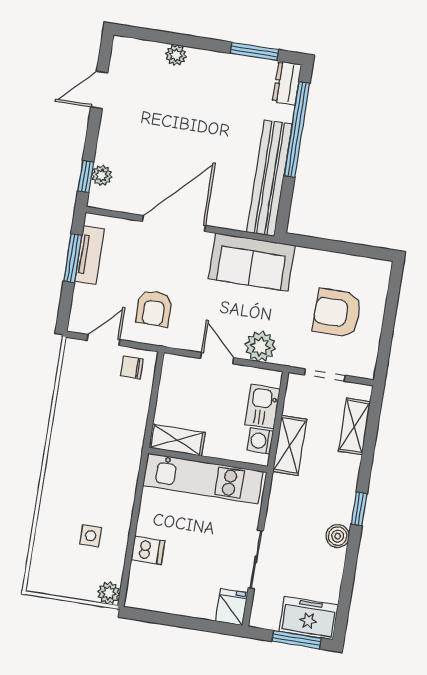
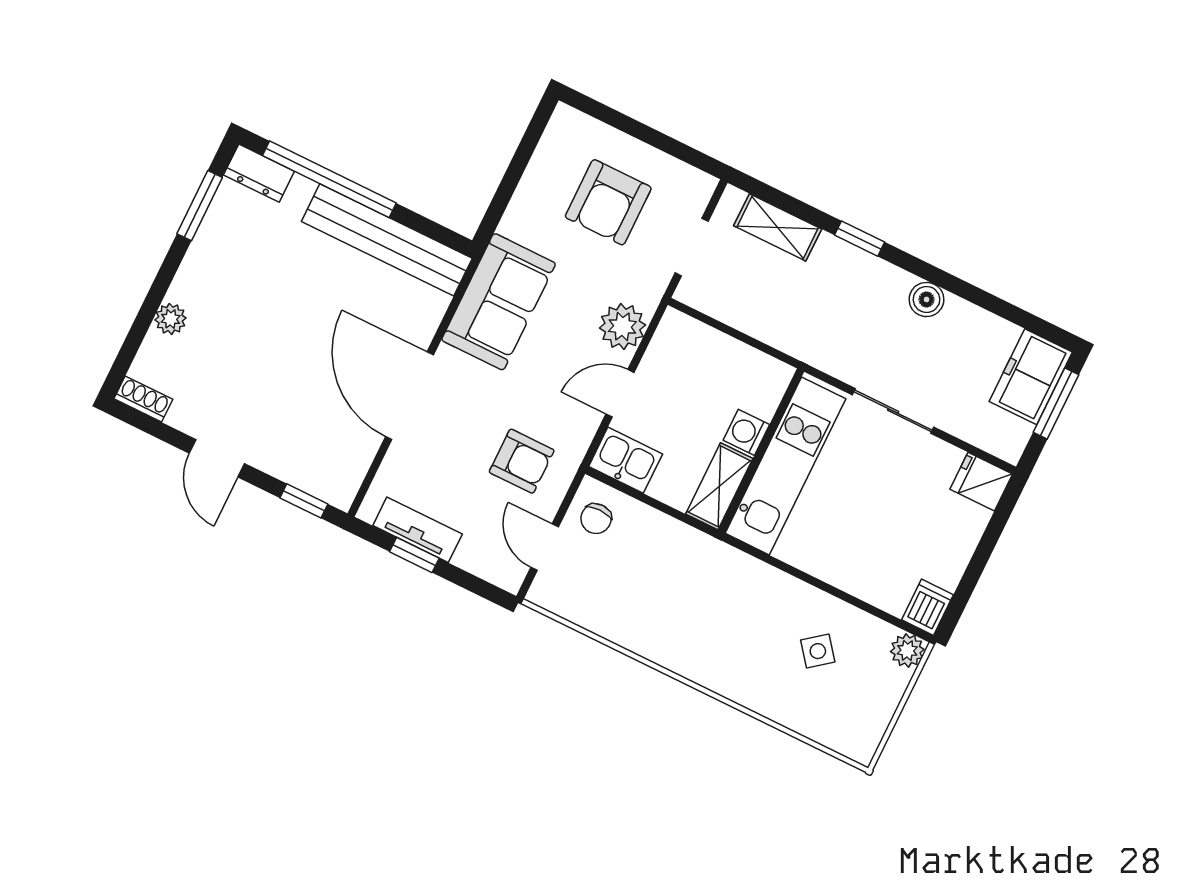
shoe rack: (119, 53) -> (143, 399), added
door: (99, 90) -> (217, 458), moved
plant: (102, 175) -> (309, 477), removed
window: (73, 258) -> (414, 555), width x0.67
kitchen sink: (262, 407) -> (626, 460), moved, turned 180
washing machine: (260, 441) -> (746, 432), moved, turned 90
shelving: (290, 445) -> (776, 328), removed
window: (359, 509) -> (860, 239), moved
side table: (91, 536) -> (818, 651), turned -38
dishwasher: (148, 550) -> (928, 607), moved
sliding door: (256, 560) -> (893, 411), moved

